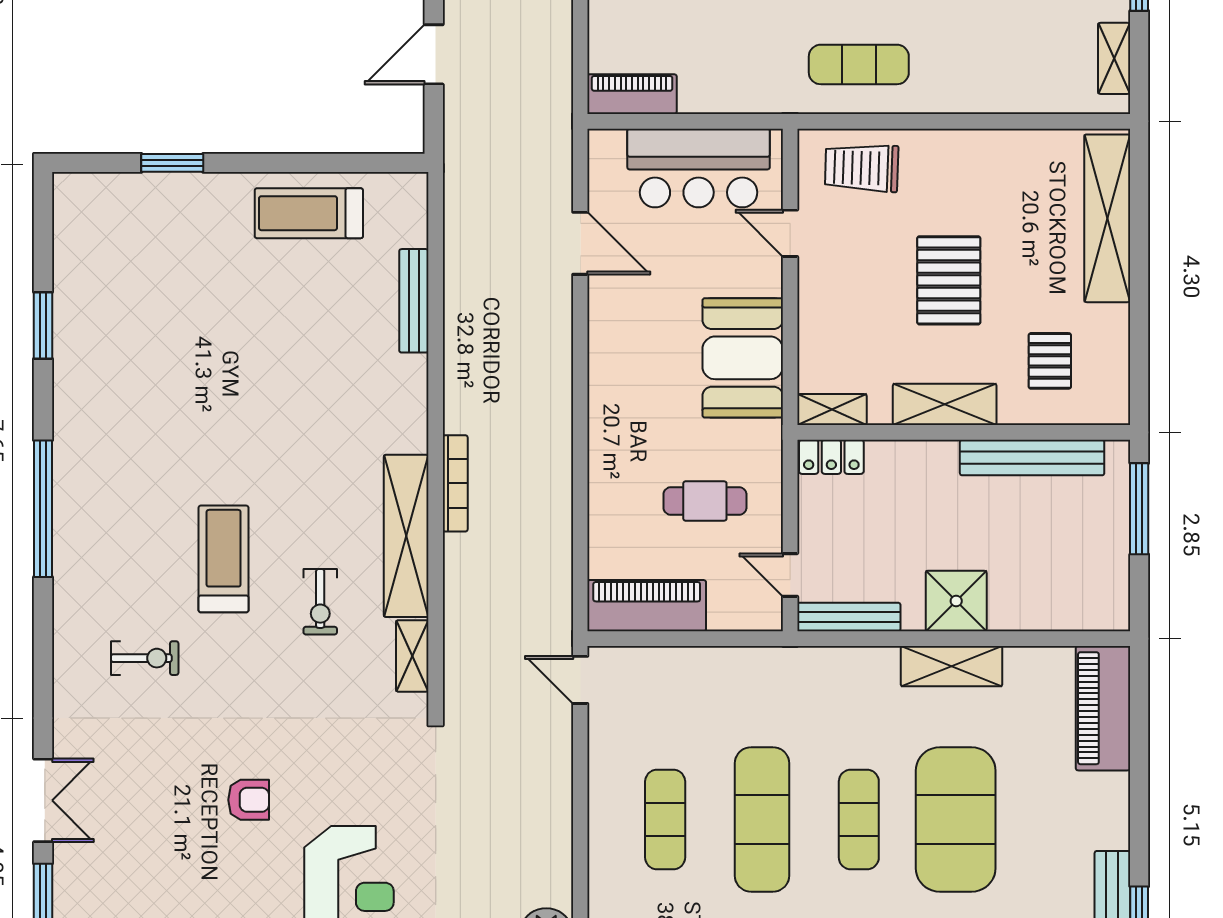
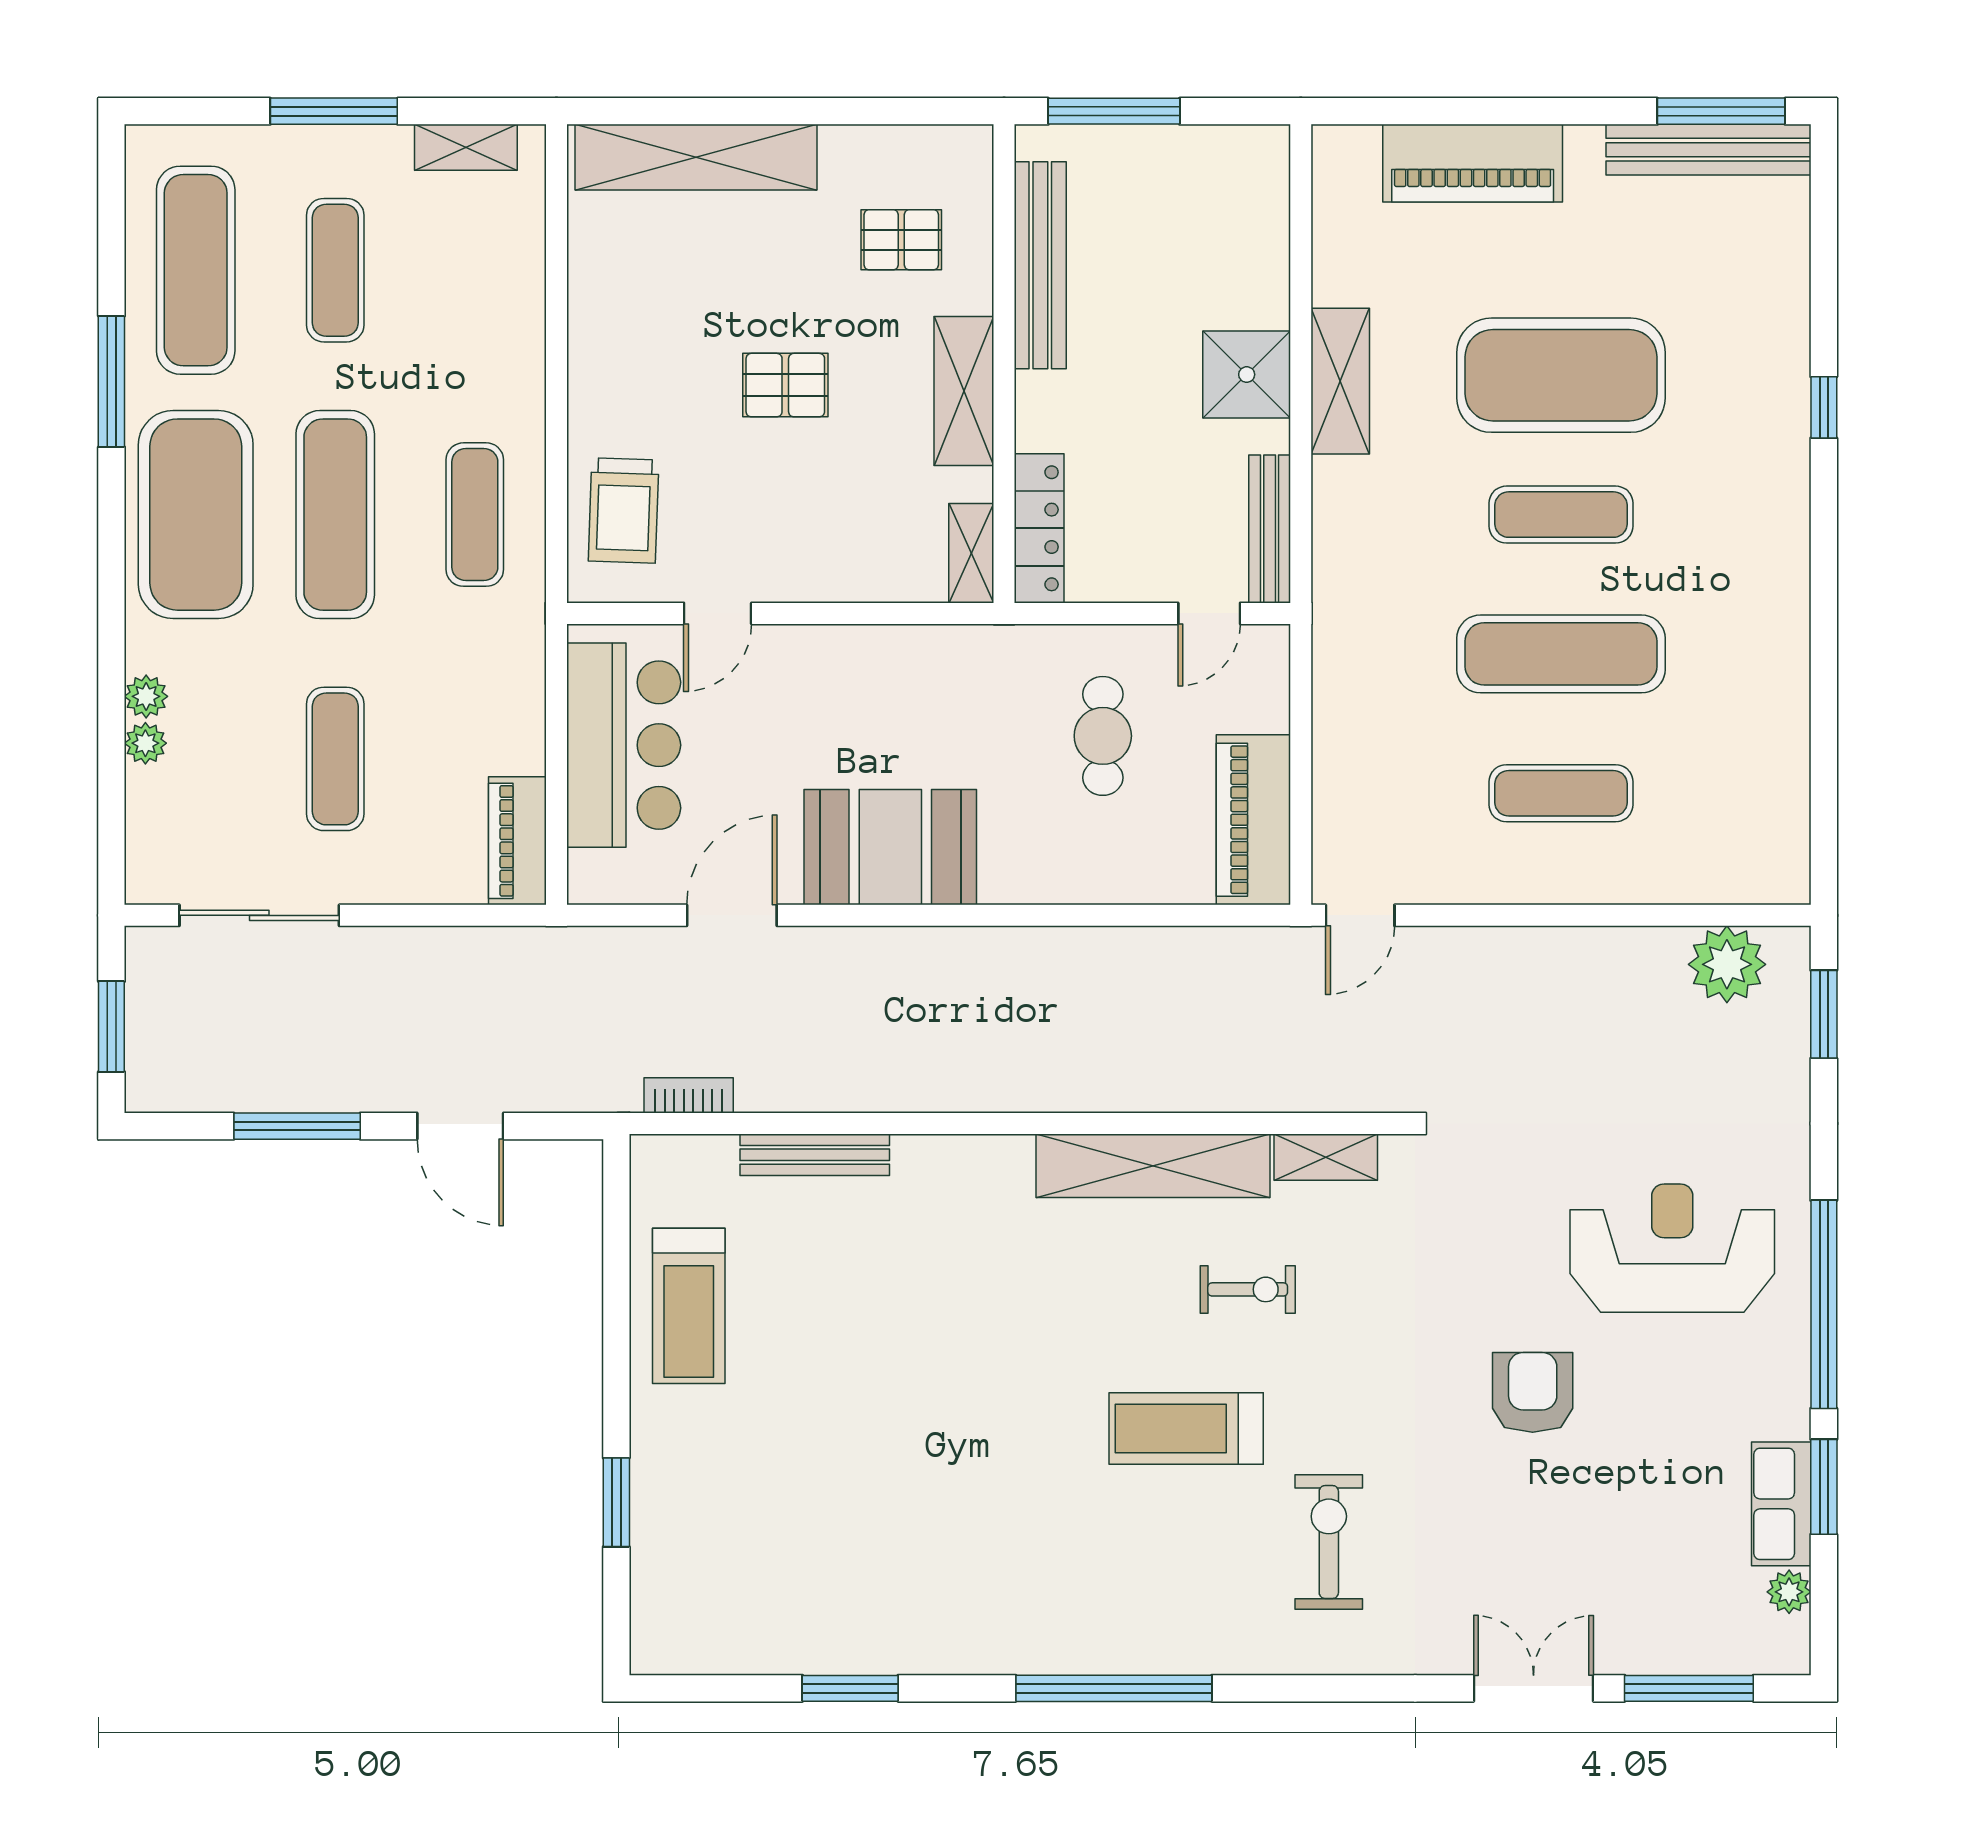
pallet: (949, 280) -> (785, 385), width x0.67, depth x0.71
booth: (743, 358) -> (890, 847), moved
locker: (831, 457) -> (1039, 528), width x1.53
bookcase: (455, 483) -> (689, 1095), moved, width x0.64
exercise bike: (145, 658) -> (1329, 1542), width x1.38, depth x1.39
piano: (1103, 708) -> (1473, 163), moved
armchair: (249, 800) -> (1533, 1392), width x1.38, depth x1.38

